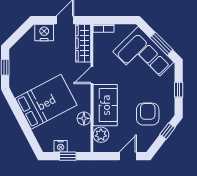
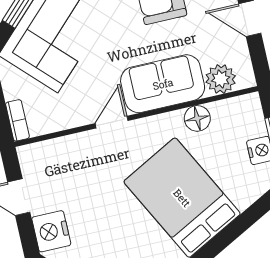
wardrobe: (83, 43) -> (54, 152), removed
door: (92, 75) -> (112, 122), swing flipped

